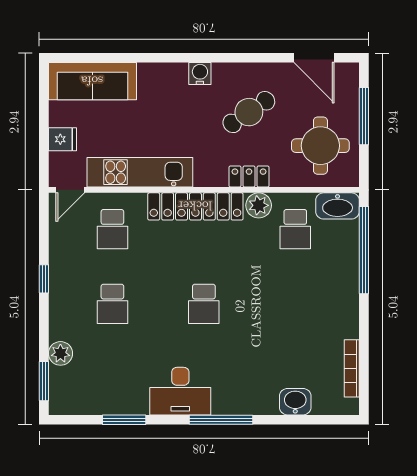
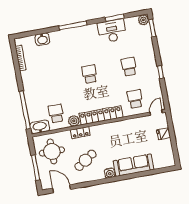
sofa: (92, 81) -> (134, 165), moved
kitchen unit: (140, 172) -> (128, 126), removed
plant: (60, 353) -> (143, 20), moved
desk: (180, 391) -> (112, 31), moved

